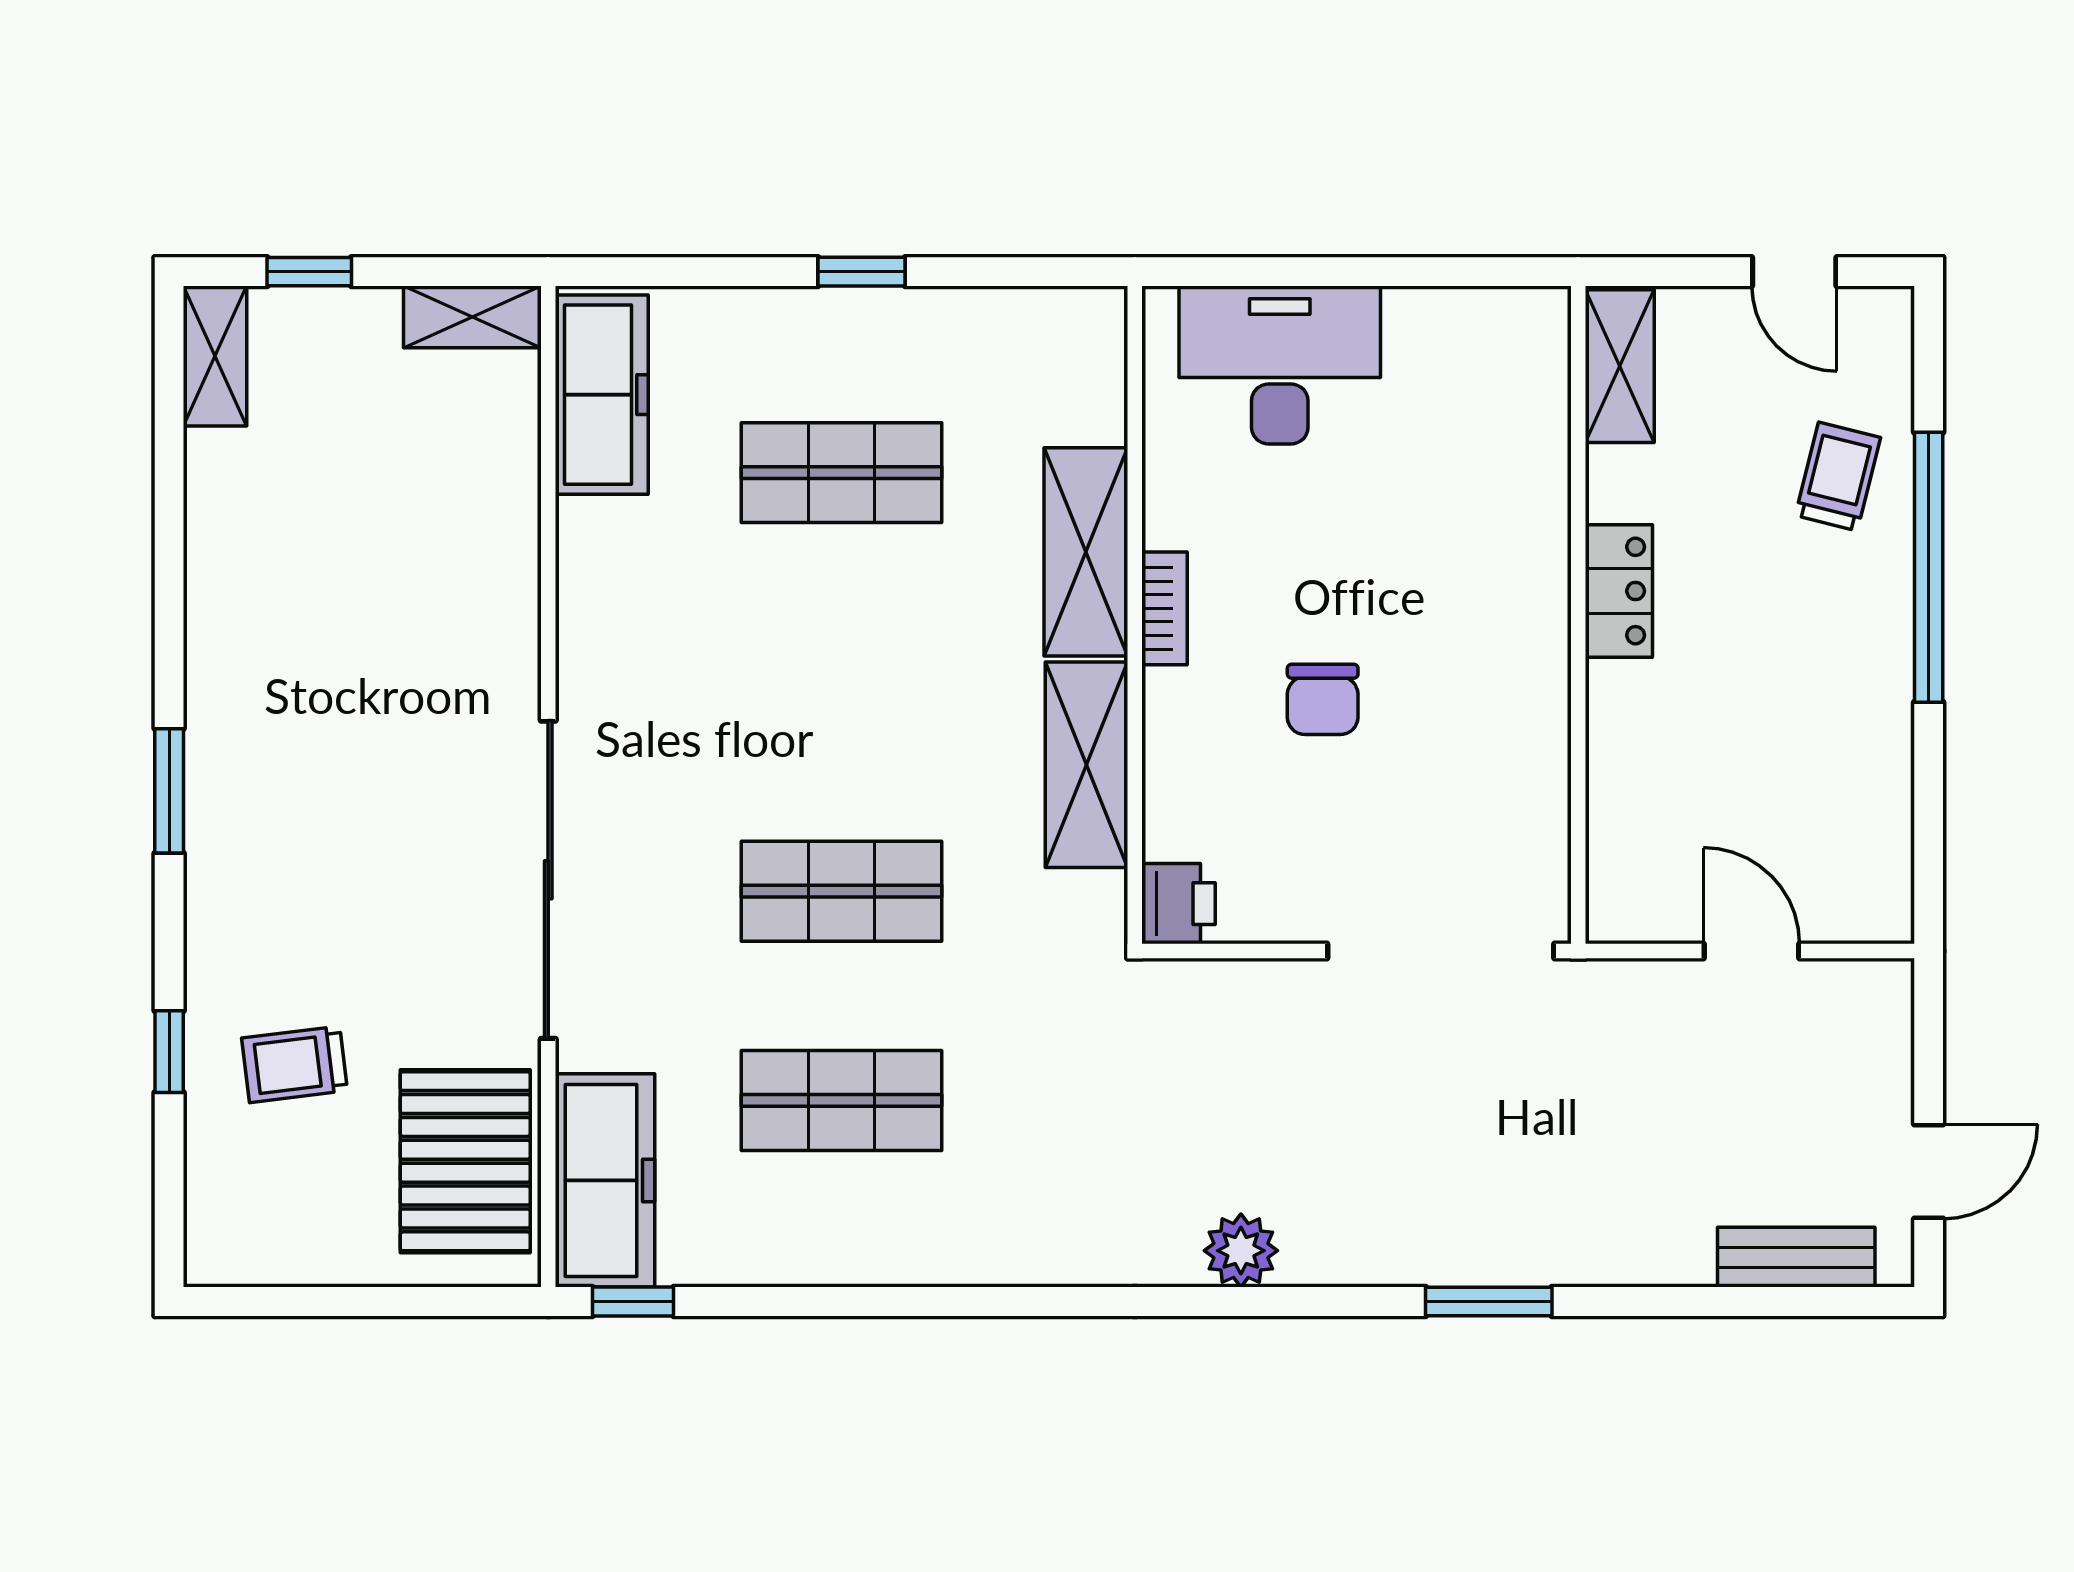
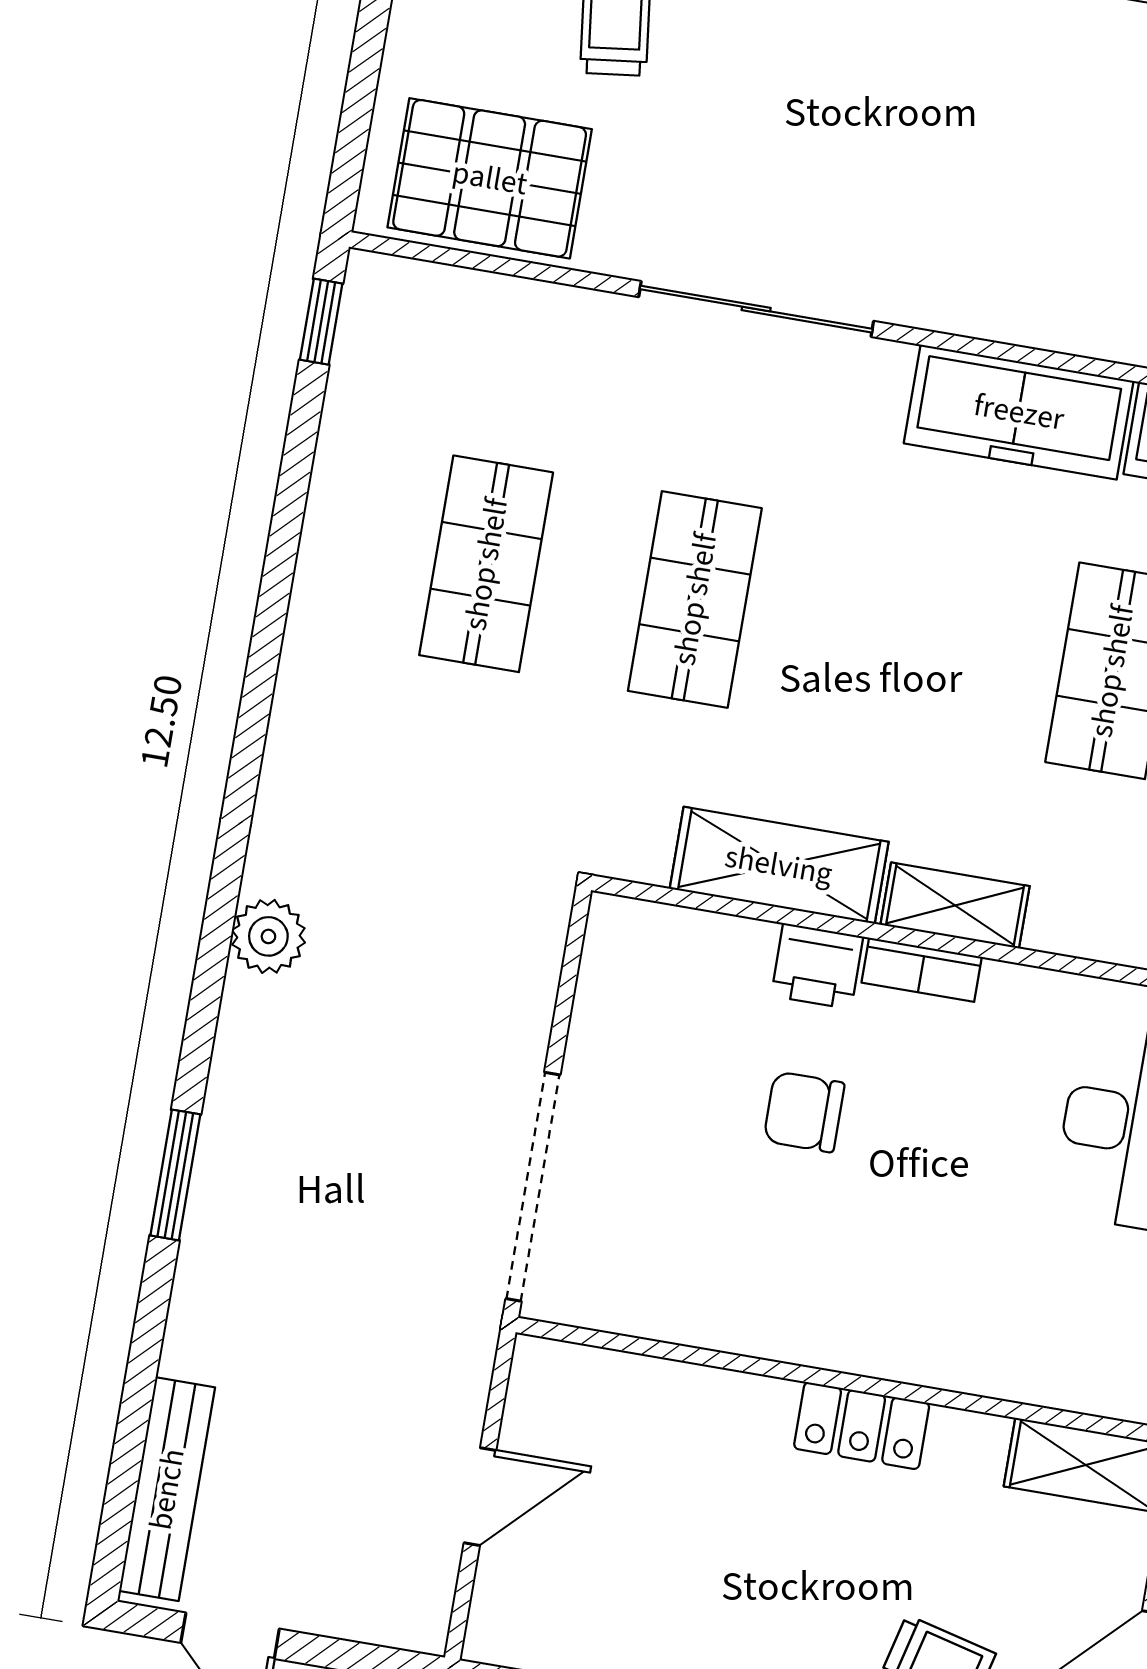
shelving: (1086, 552) -> (955, 905), width x0.67, depth x0.75
sliding door: (548, 880) -> (756, 309), width x0.73
printer: (1178, 904) -> (817, 966), moved
freezer: (605, 1180) -> (1019, 412), moved
bench: (1796, 1257) -> (167, 1489), width x1.36

